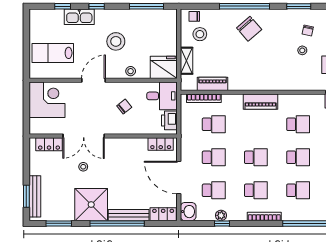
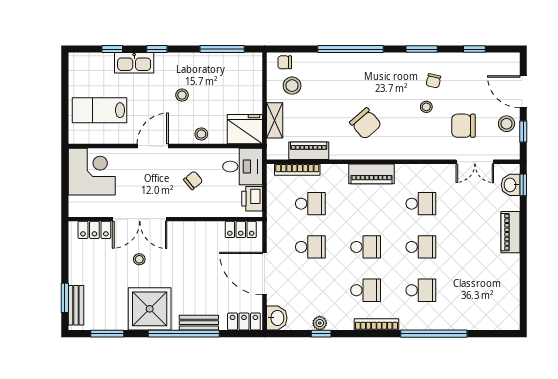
chair: (249, 29) -> (366, 123), moved
stool: (116, 41) -> (182, 95), width x0.53, depth x0.53
school desk: (214, 190) -> (310, 290), removed
bench: (35, 196) -> (76, 305), width x0.73
bench: (129, 215) -> (199, 323), width x0.73

